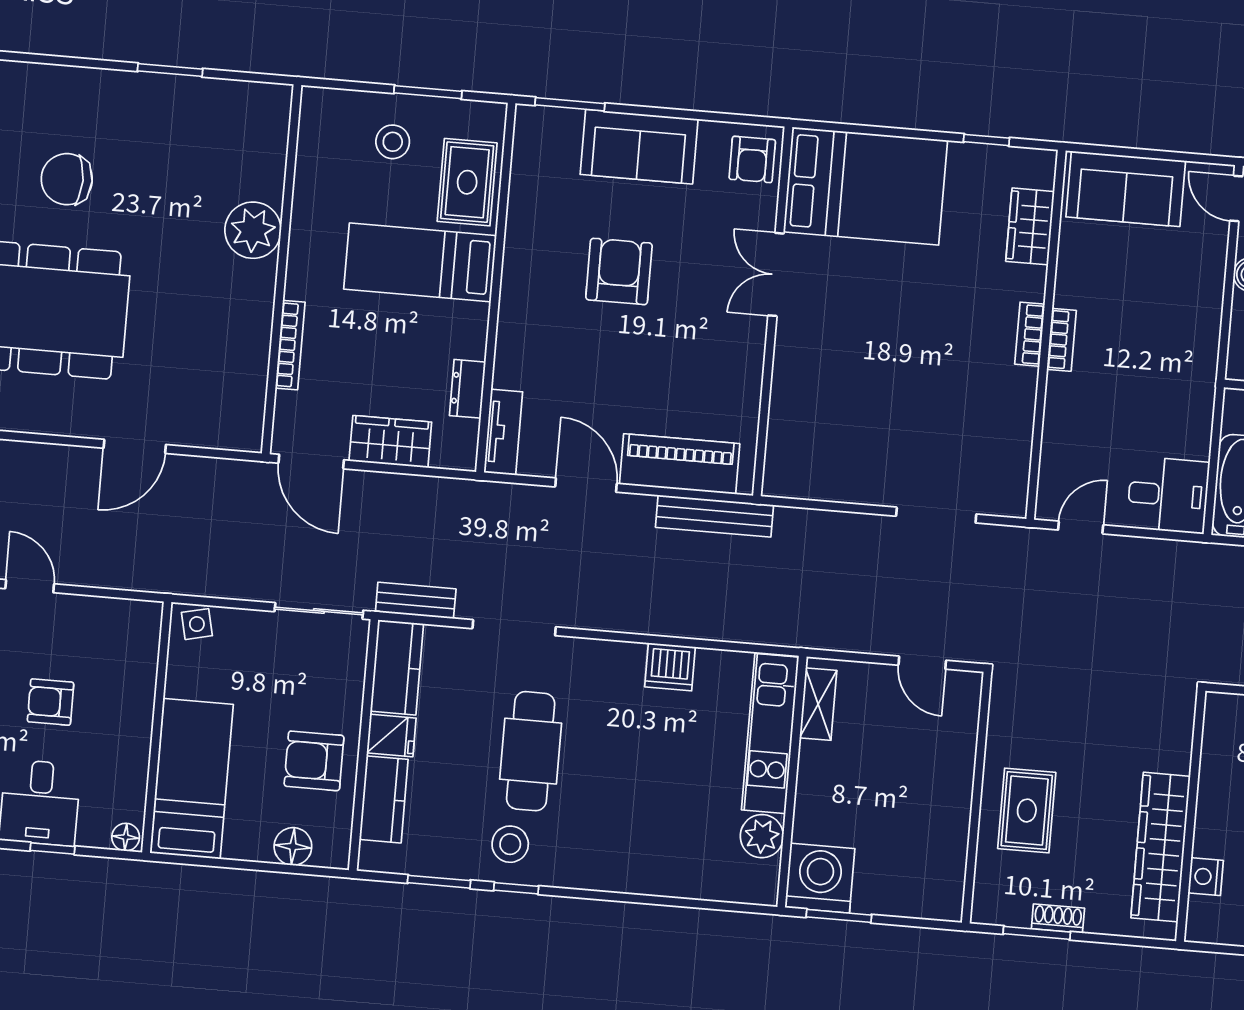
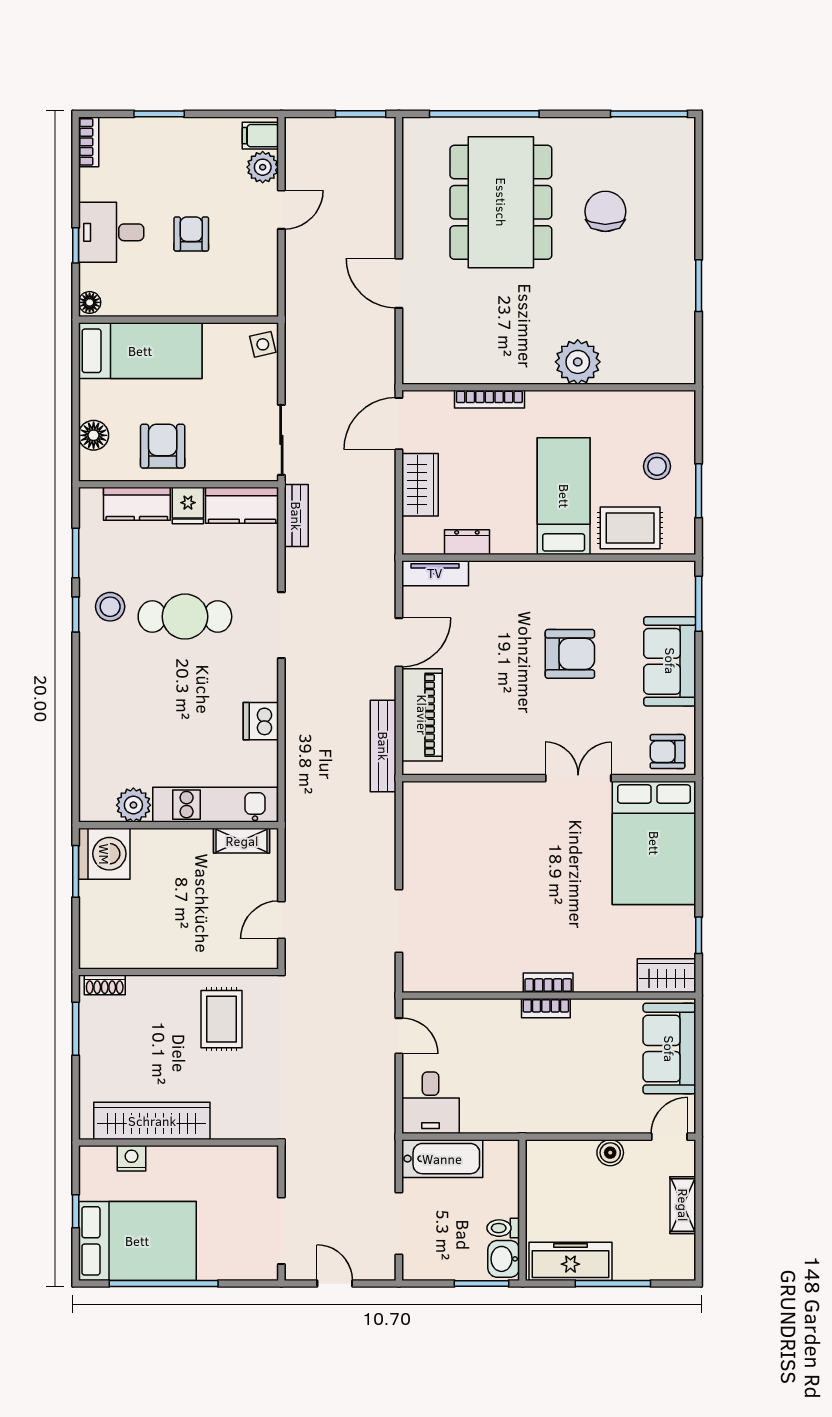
wardrobe: (1030, 226) -> (667, 976), moved
doorway: (514, 628) -> (281, 625), moved
rug: (1027, 811) -> (222, 1019), moved, turned 90
shoe rack: (1058, 918) -> (105, 985), moved, turned 90

